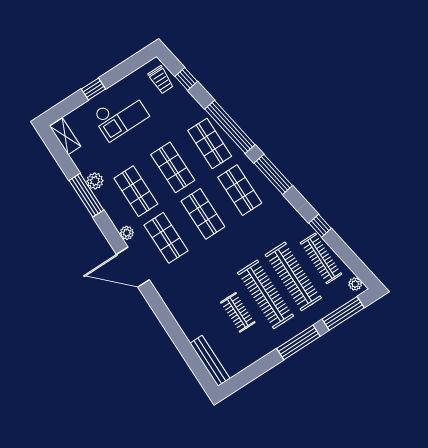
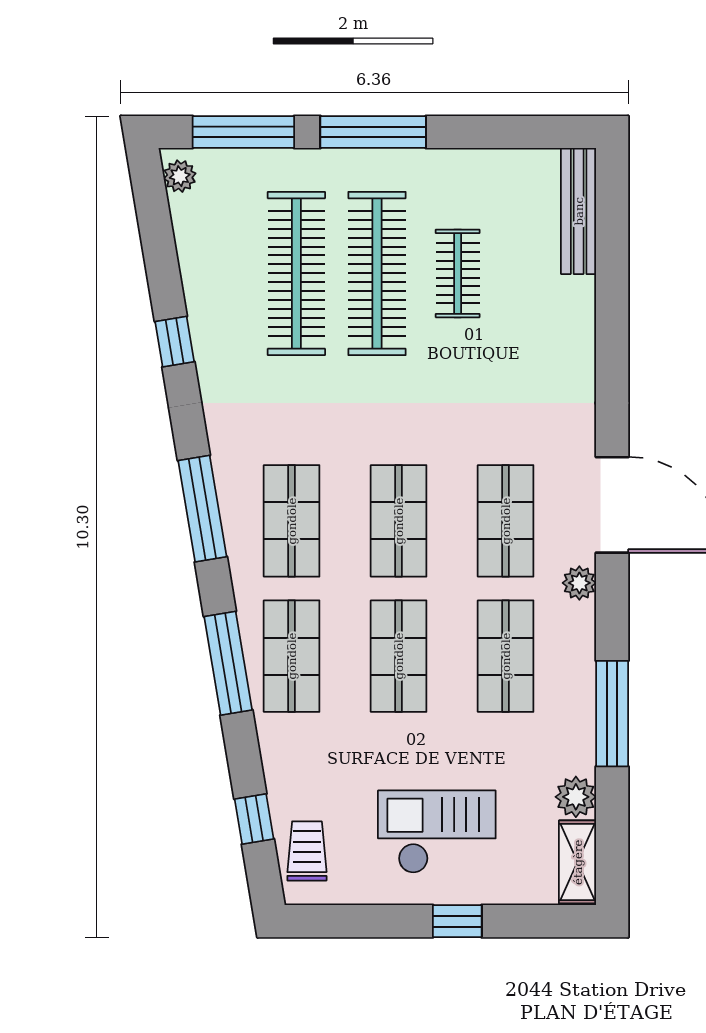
window: (230, 127) -> (228, 663), width x0.68
plant: (95, 181) -> (576, 797), moved
clothes rail: (321, 258) -> (216, 273), removed

